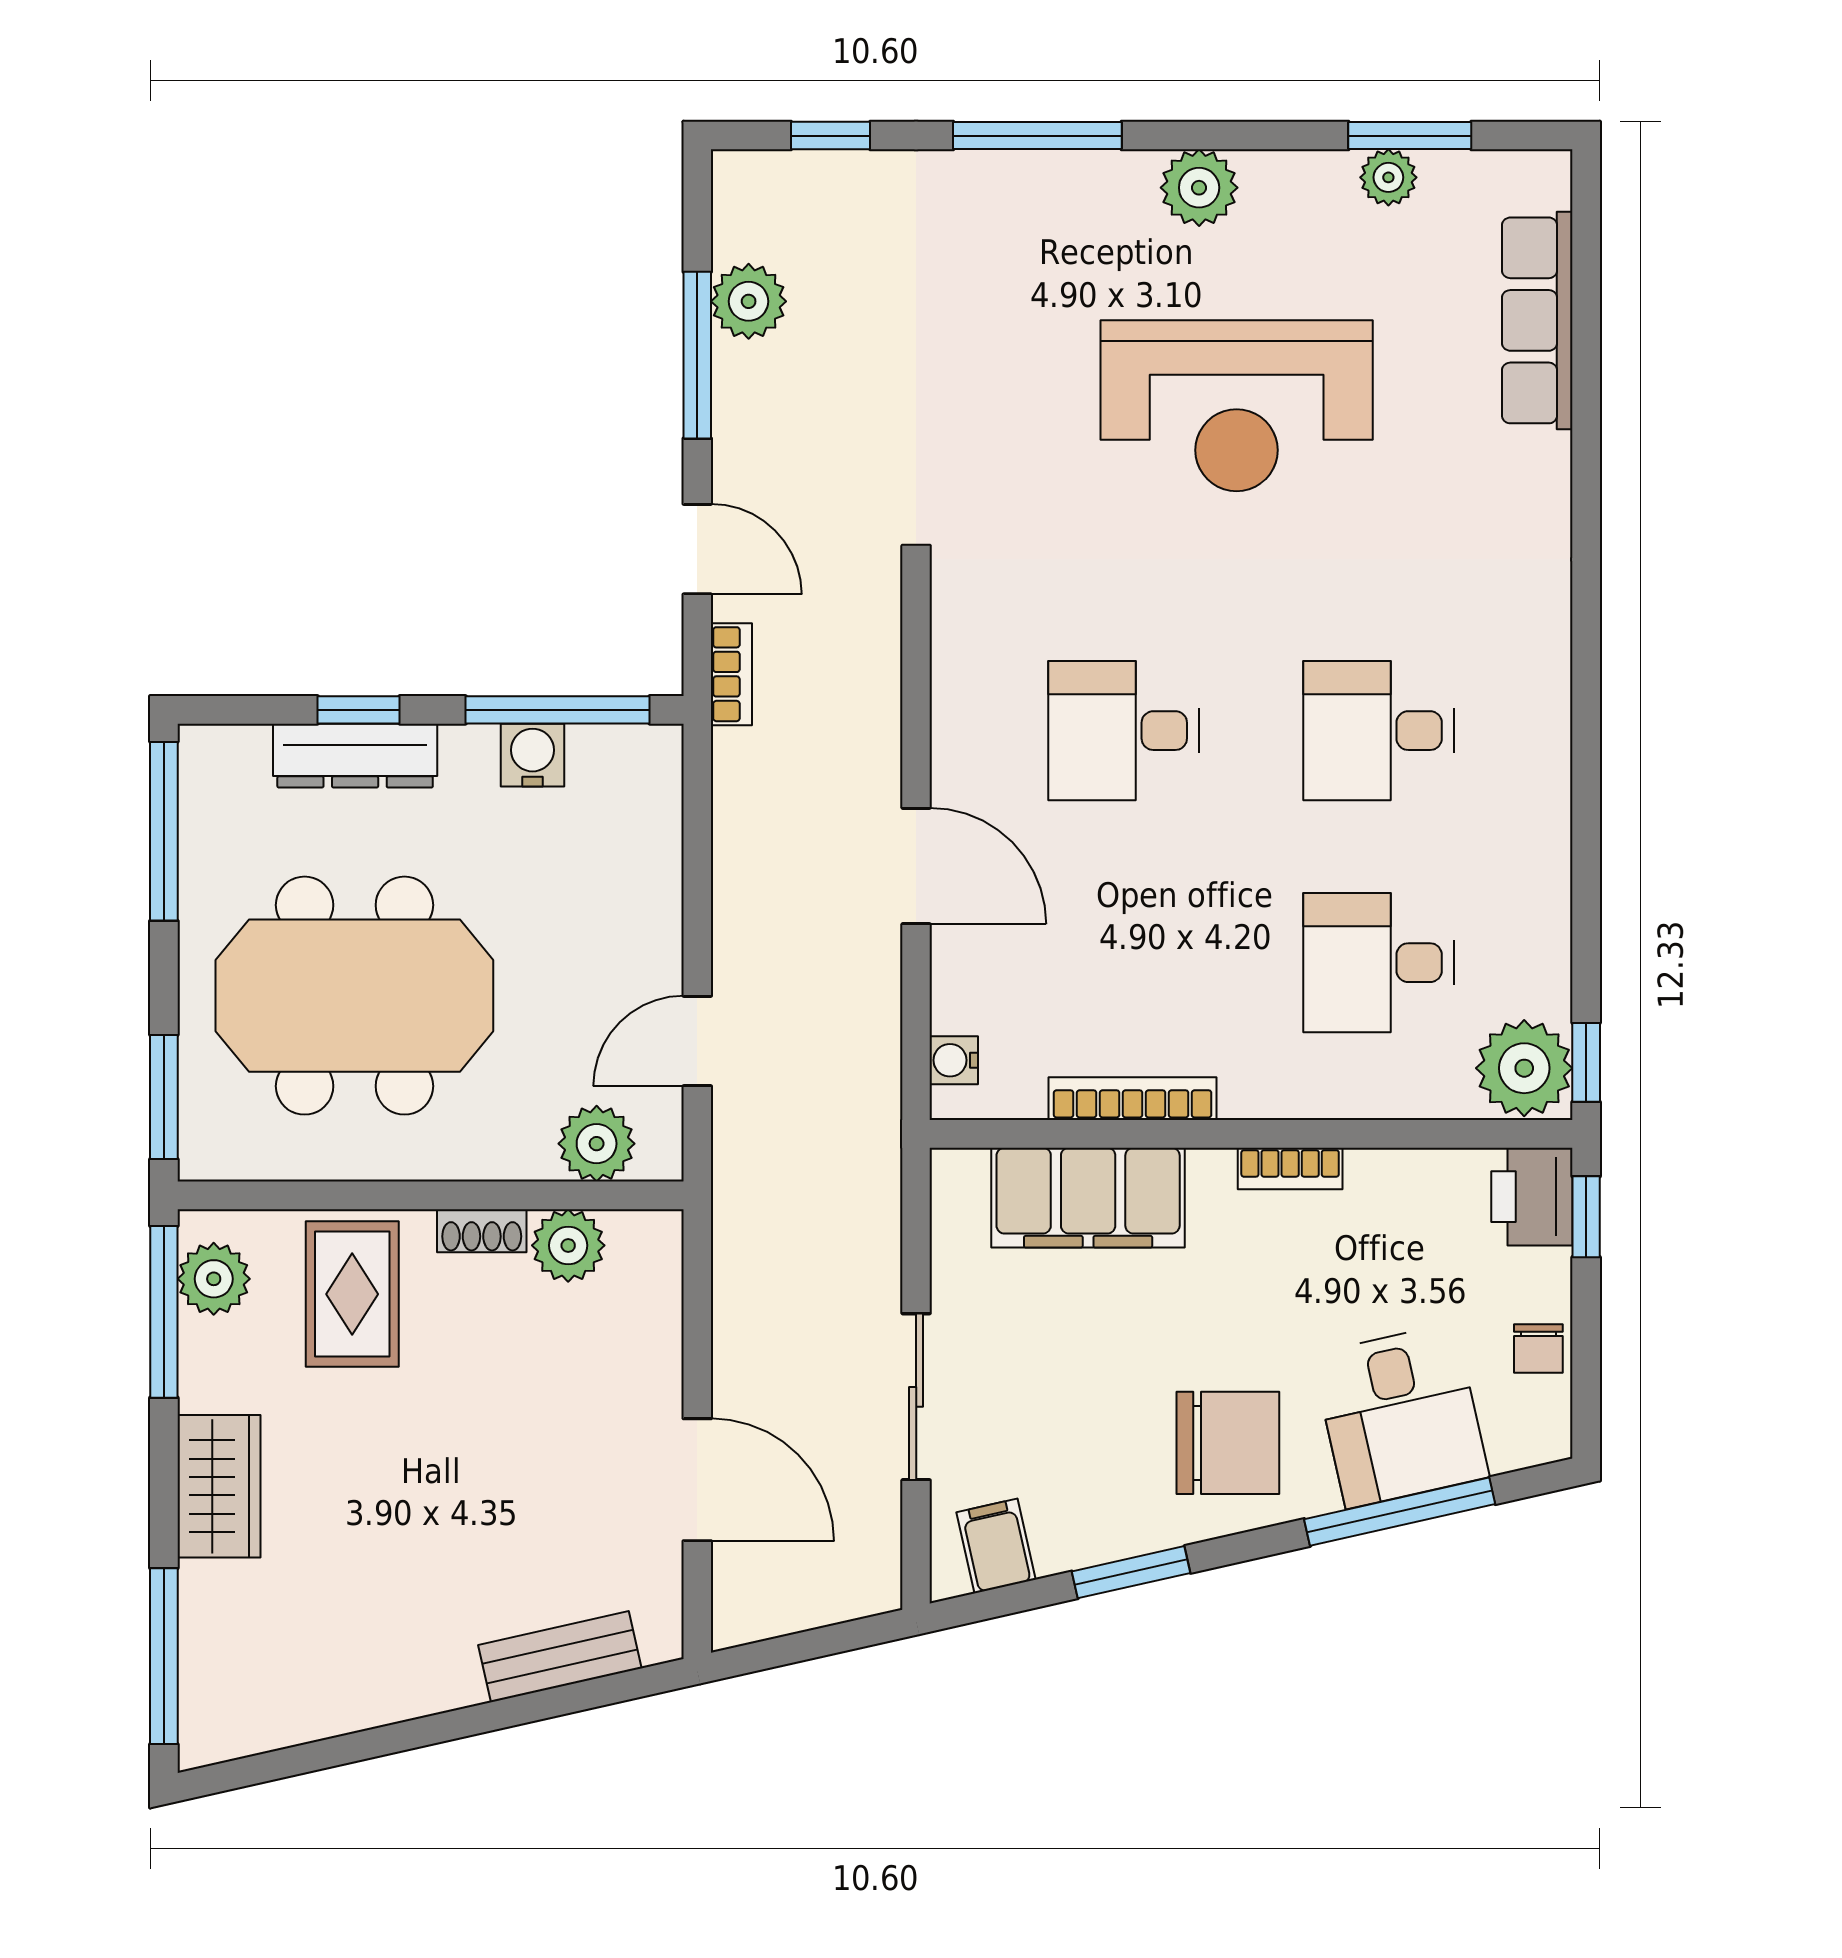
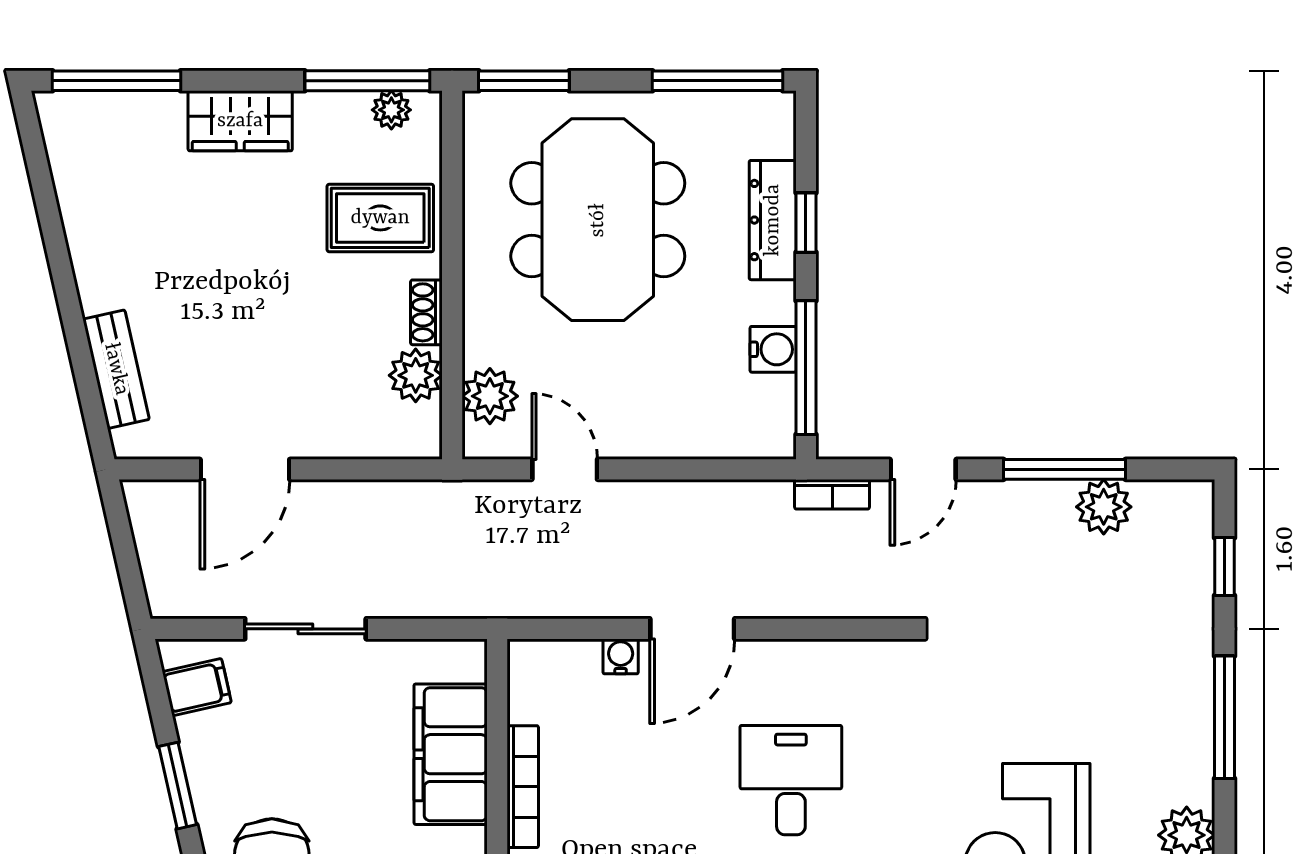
water cooler: (954, 1060) -> (621, 656), moved
plant: (214, 1279) -> (391, 110), width x0.73, depth x0.73

